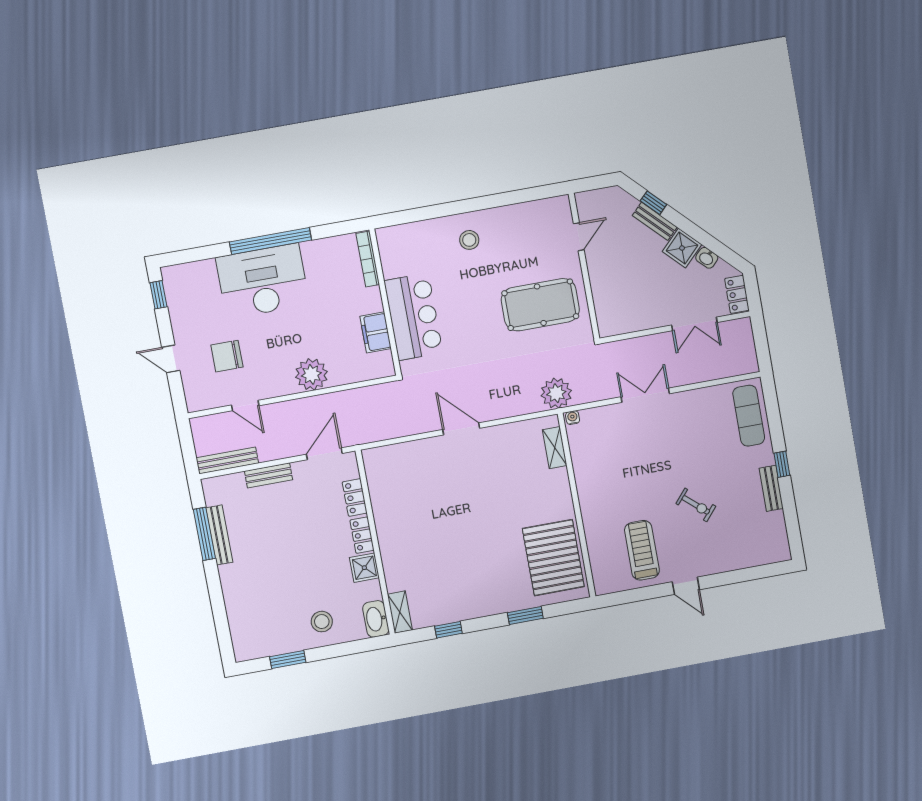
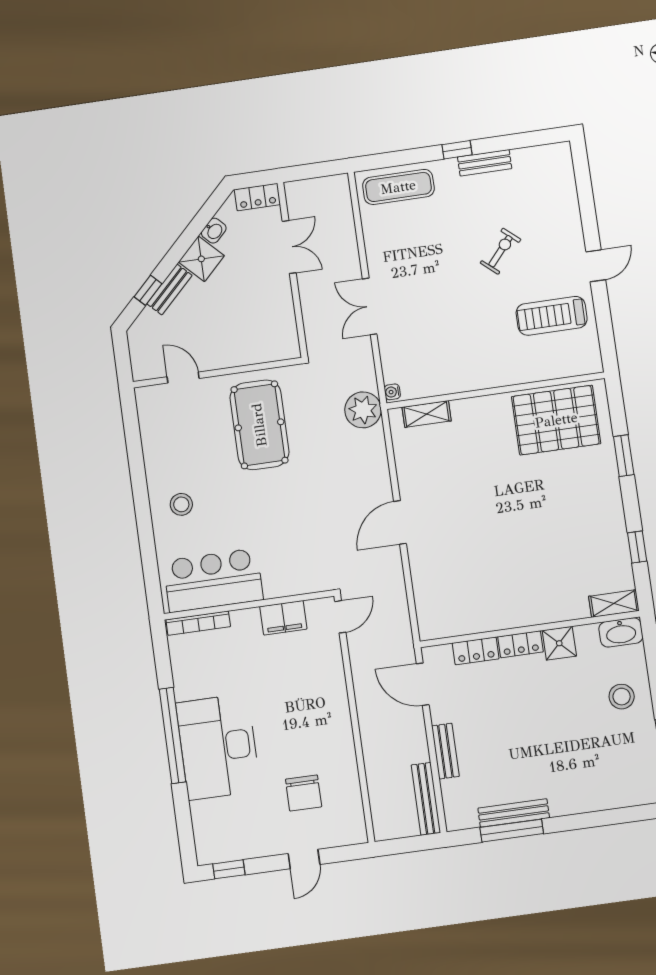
bar counter: (413, 317) -> (213, 580), moved
plant: (311, 374) -> (329, 695), removed
door: (245, 405) -> (340, 617), moved

